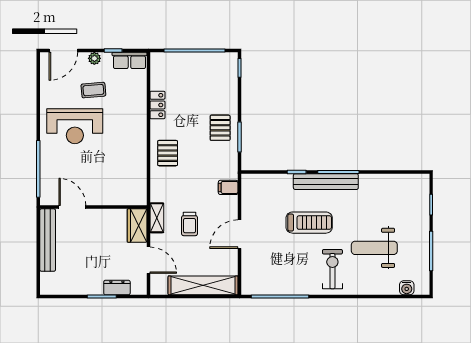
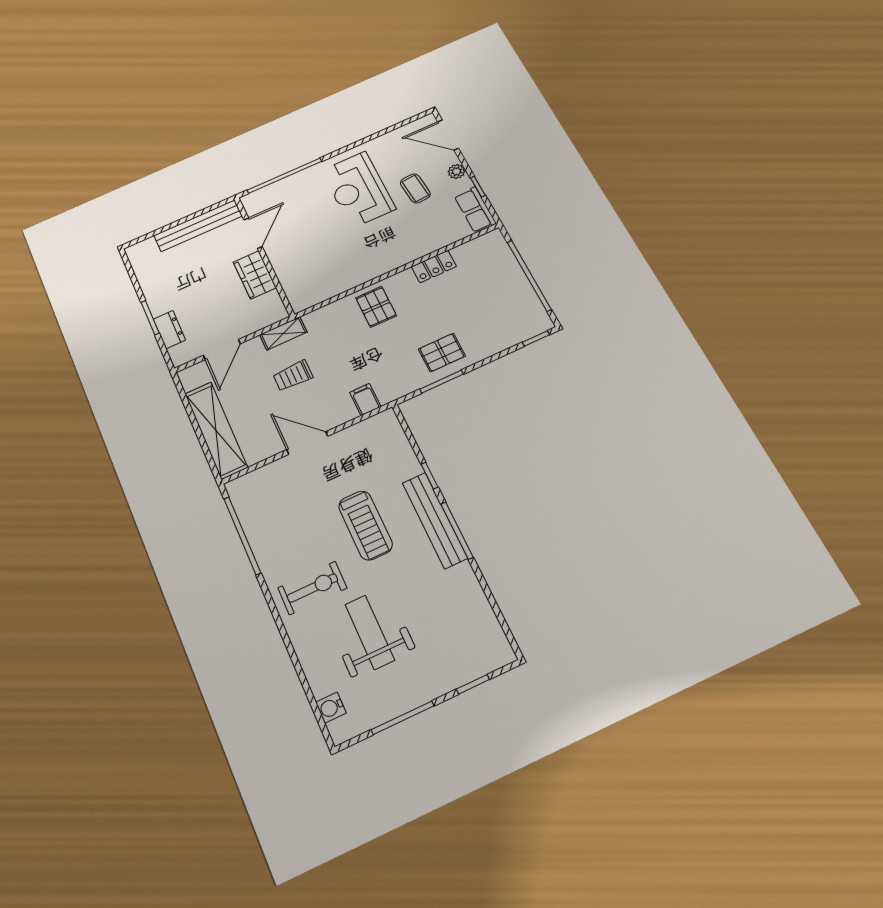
pallet: (168, 153) -> (376, 307), turned 90
wardrobe: (137, 226) -> (255, 275), moved, turned -90

